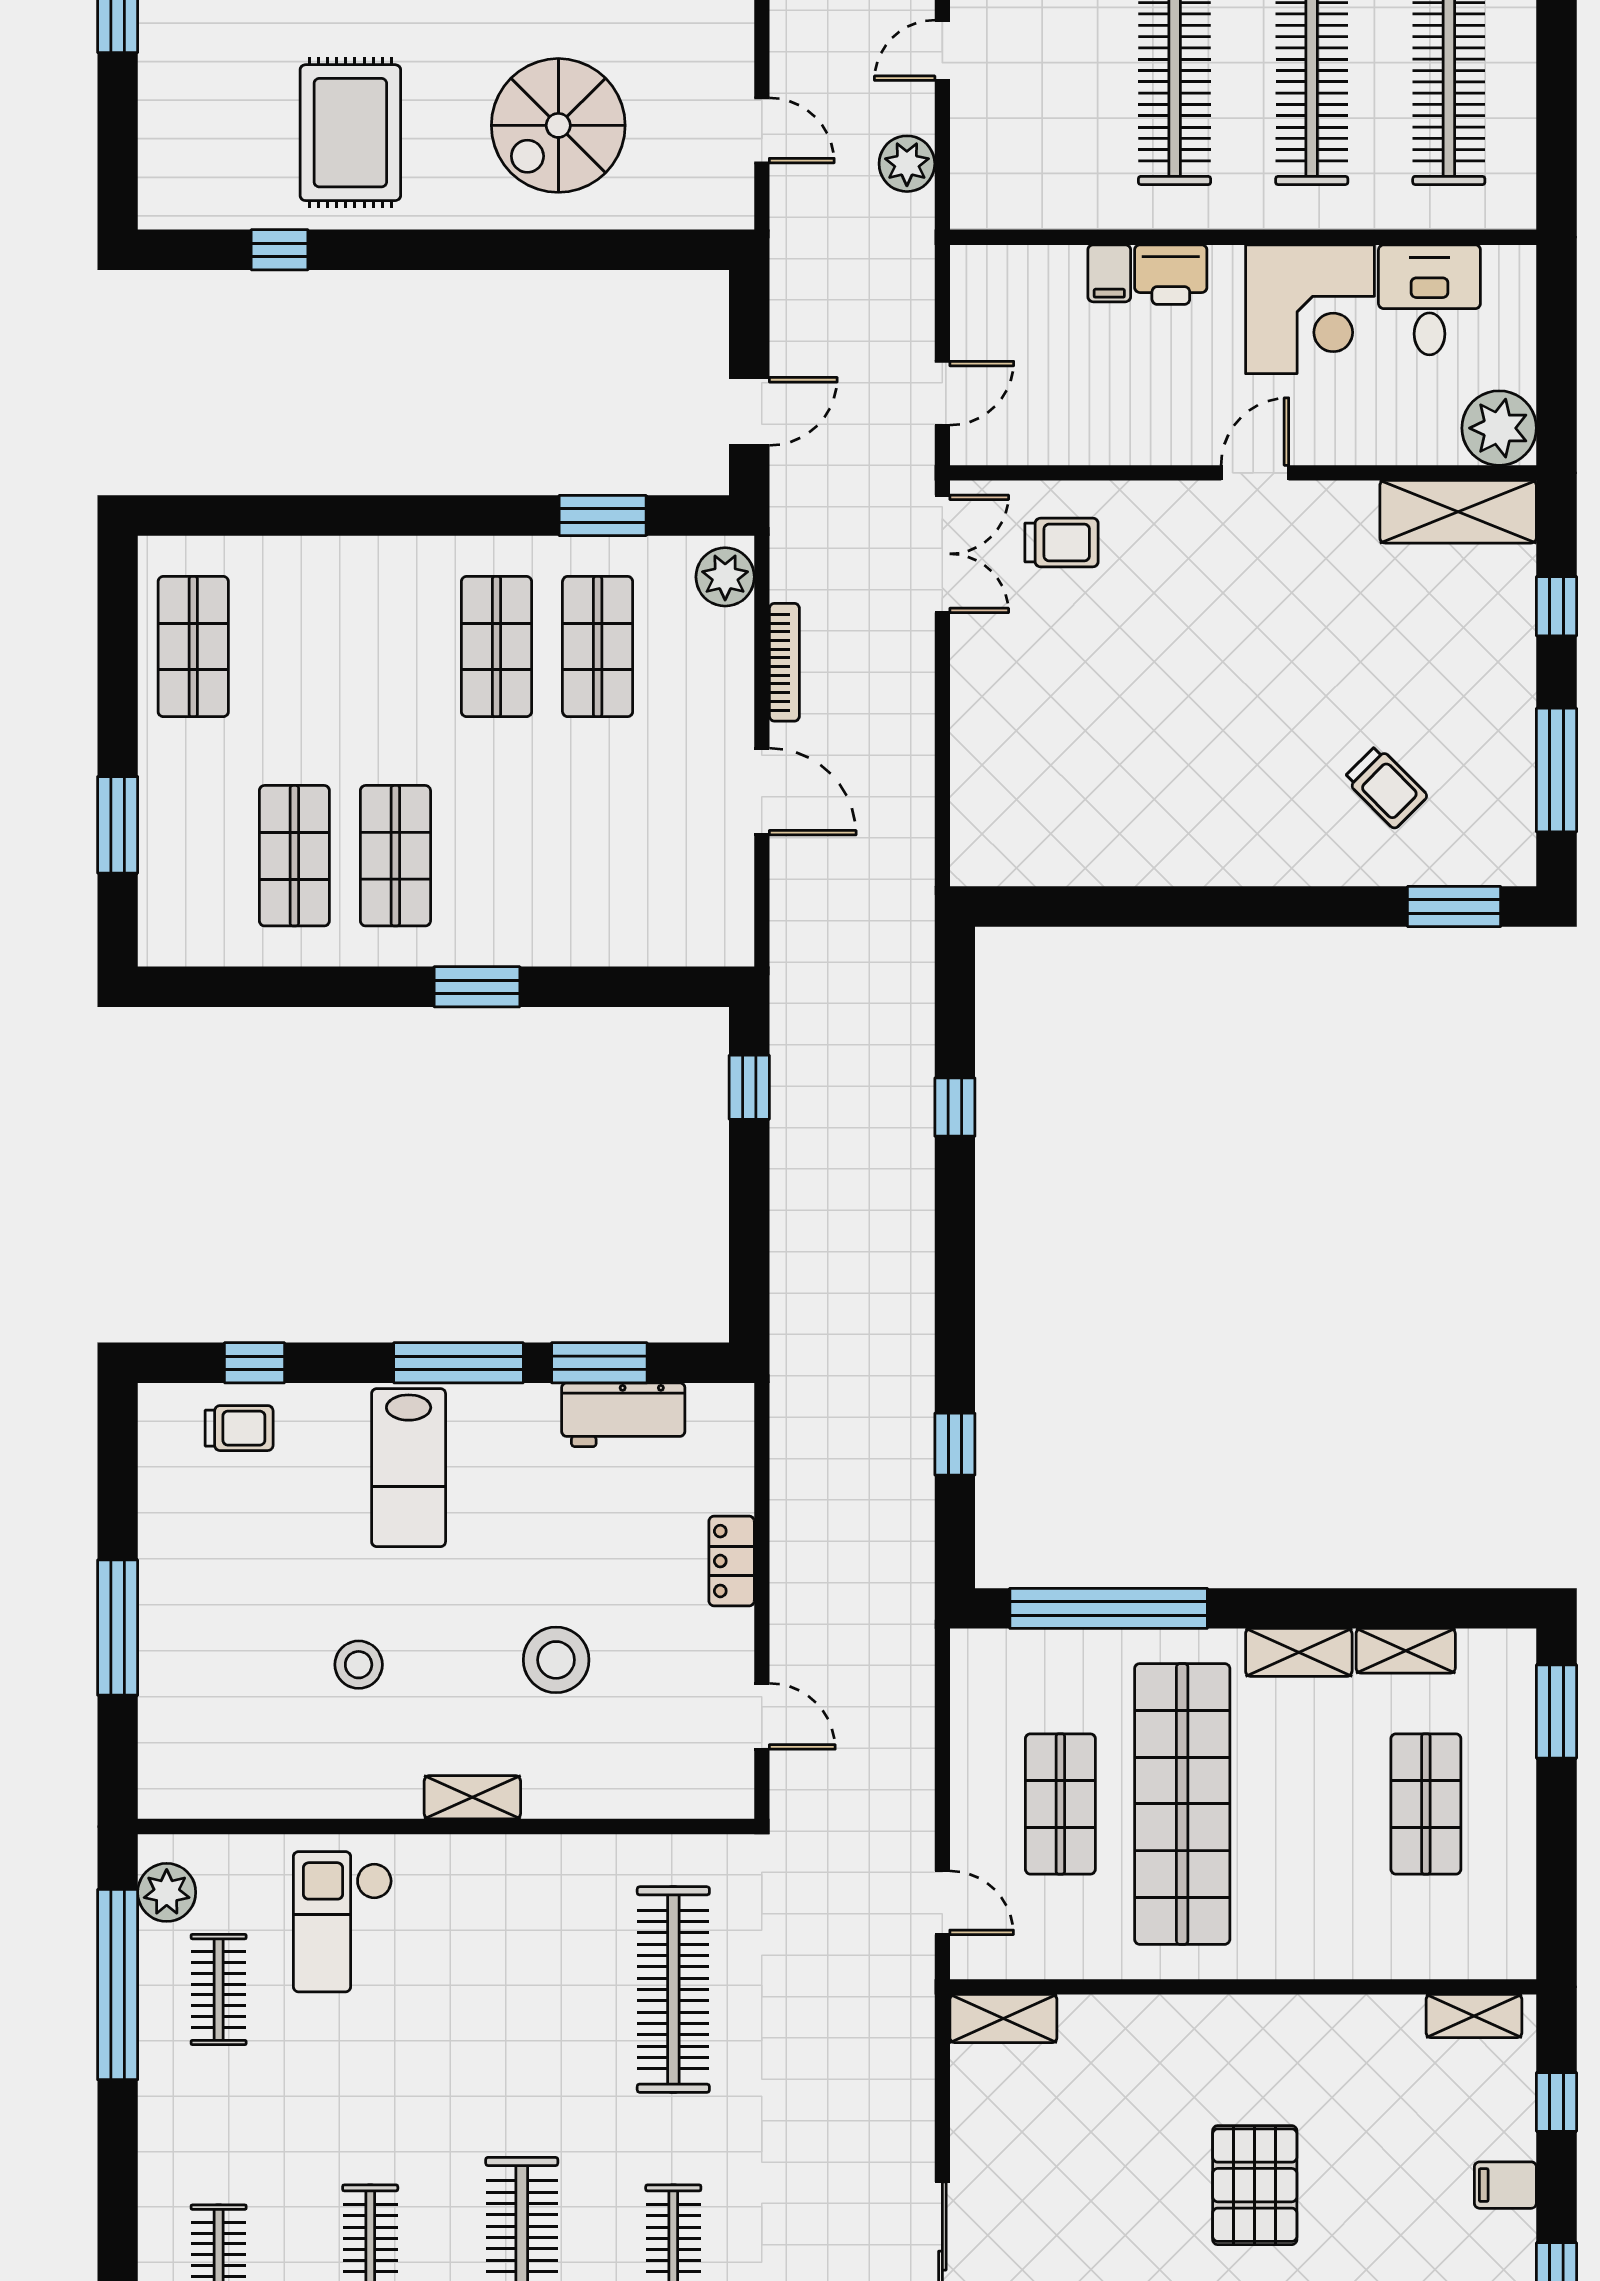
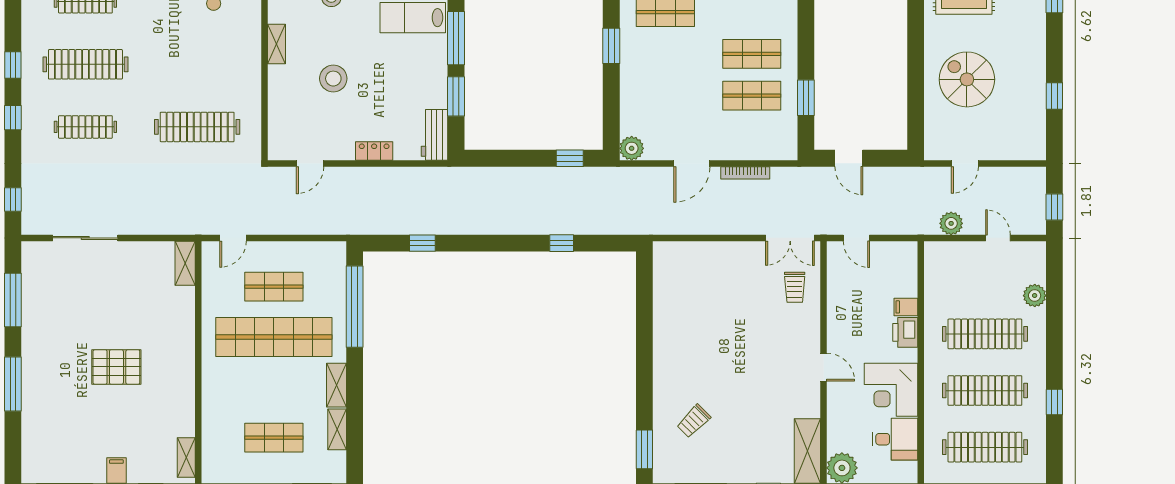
plant: (725, 577) -> (632, 148), moved
workbench: (623, 1415) -> (435, 135), moved

